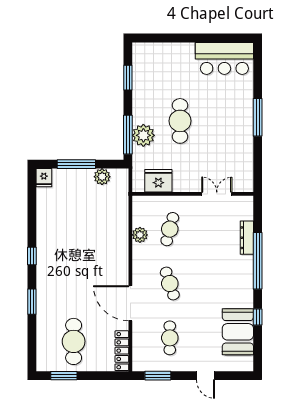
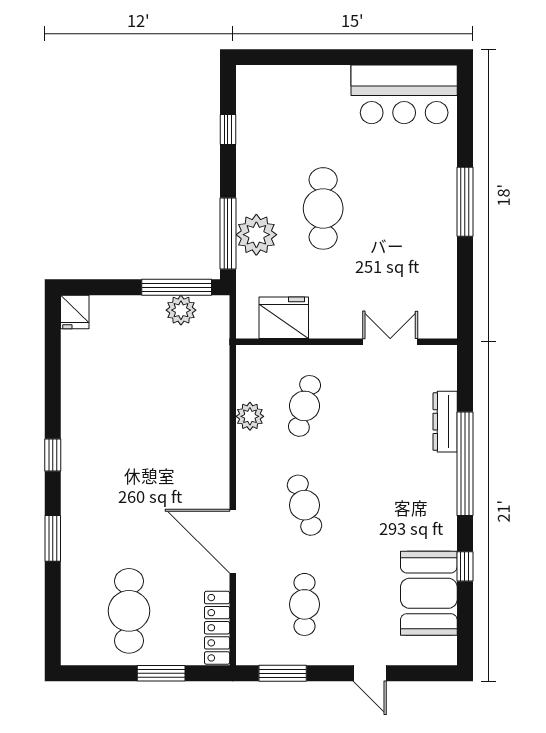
window: (128, 78) -> (228, 130), width x0.67
window: (76, 164) -> (177, 287), moved
window: (64, 376) -> (161, 673), moved

